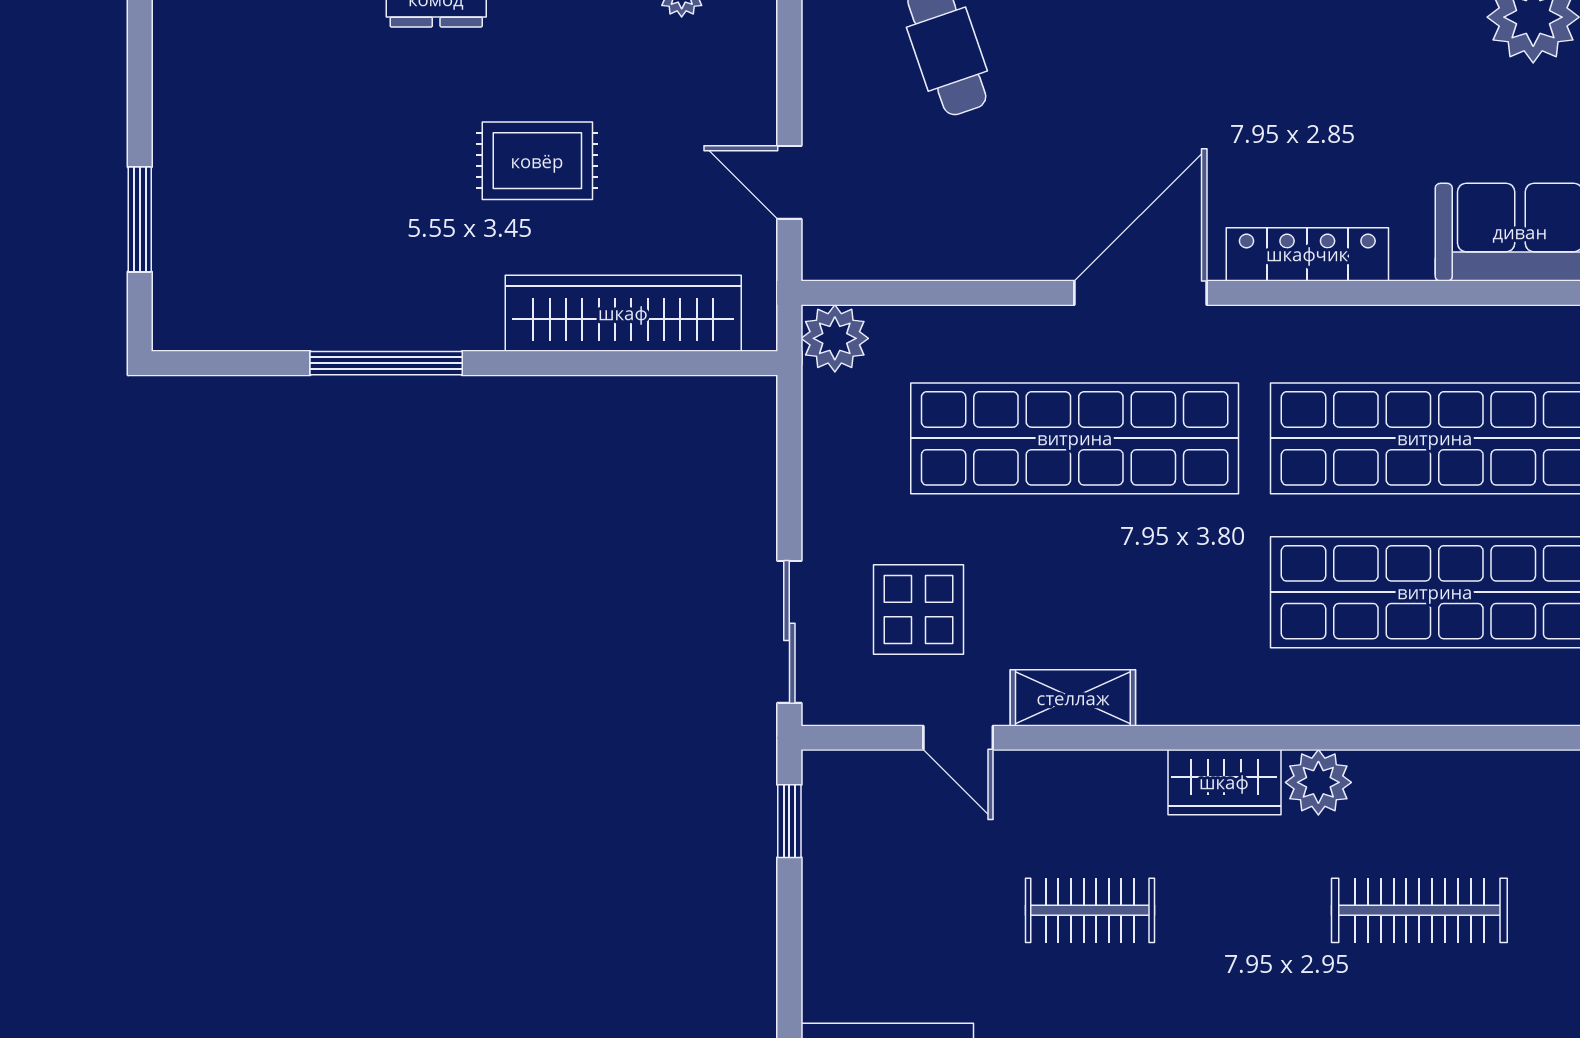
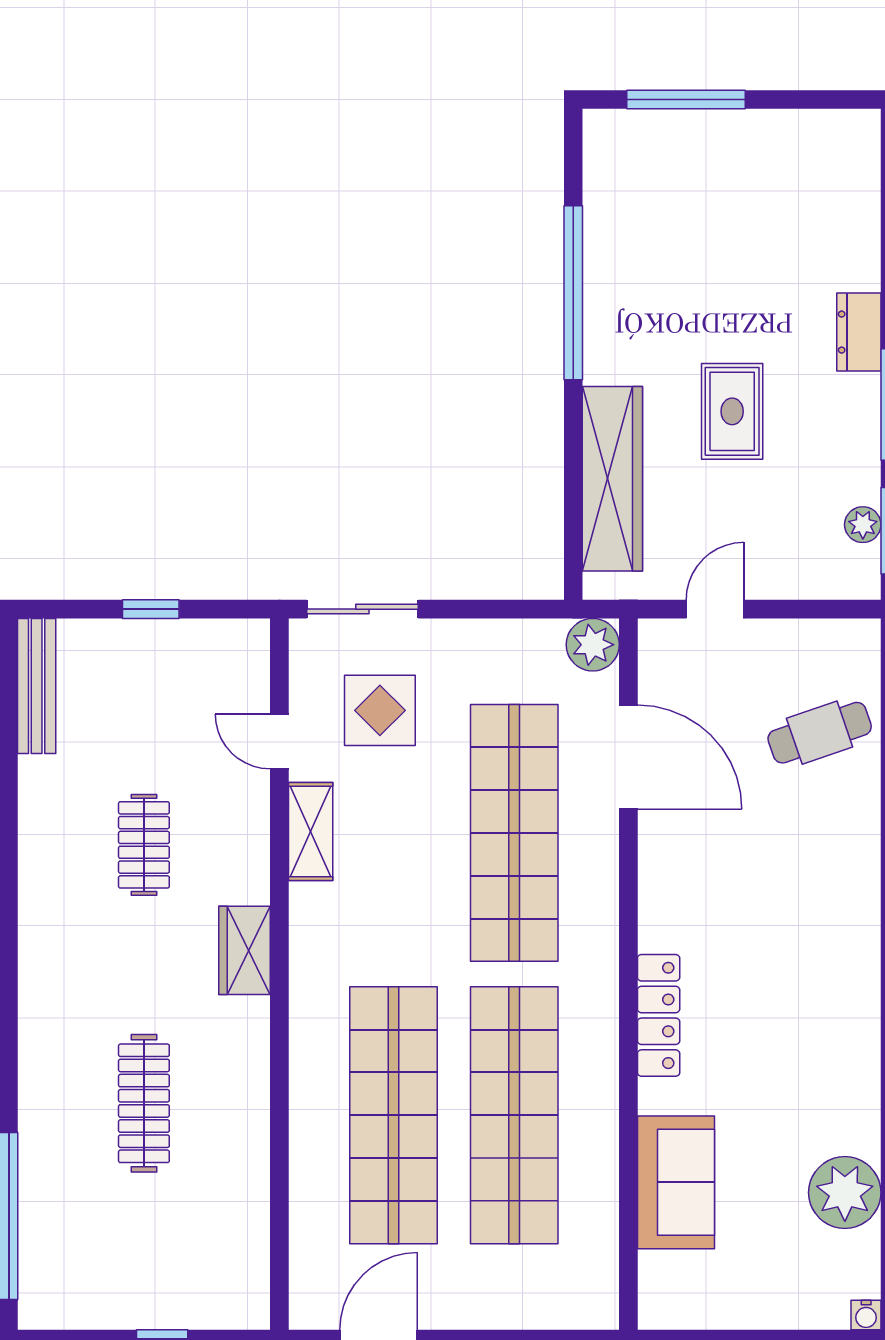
window: (140, 219) -> (686, 99), width x1.44
door: (1141, 293) -> (628, 757), moved
window: (386, 363) -> (573, 293), width x1.46
door: (958, 738) -> (279, 742), hinge flipped
plant: (1318, 782) -> (244, 1024), removed
window: (789, 821) -> (151, 609), moved

